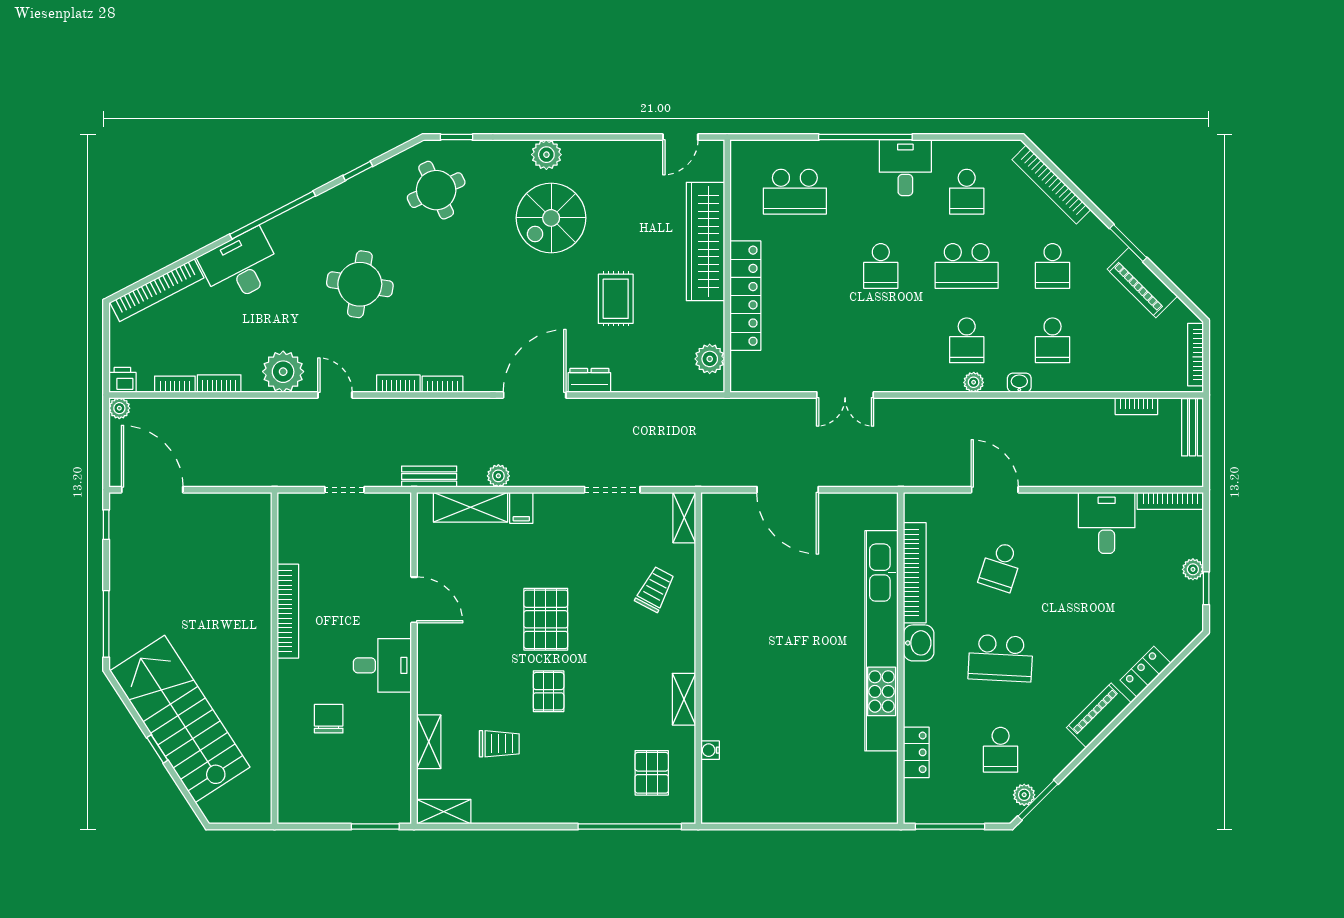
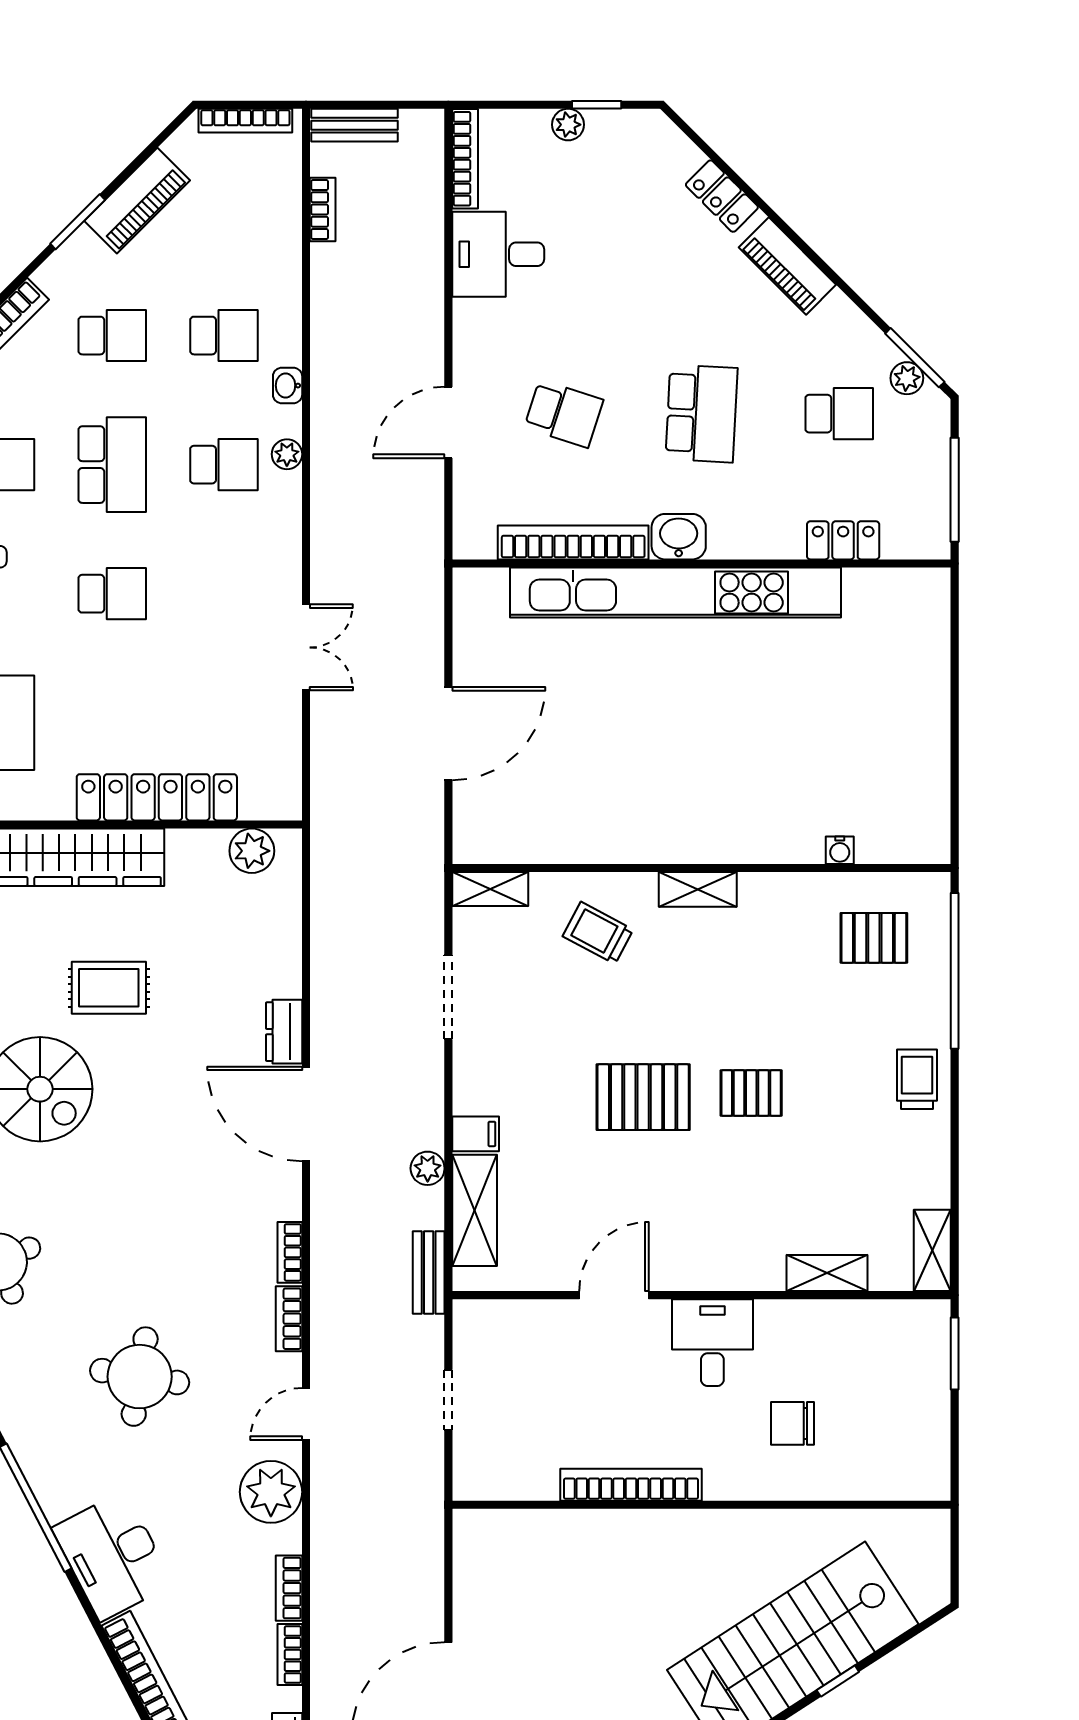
rug: (616, 299) -> (109, 988), moved
shelving: (684, 699) -> (698, 889), moved
trolley: (499, 744) -> (917, 1079), moved

